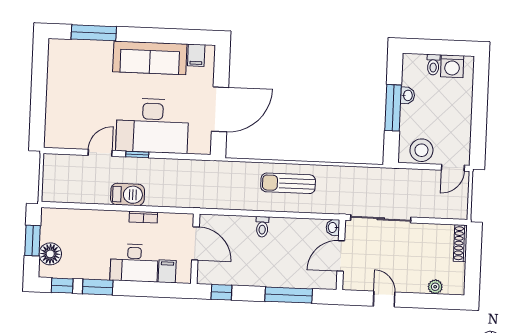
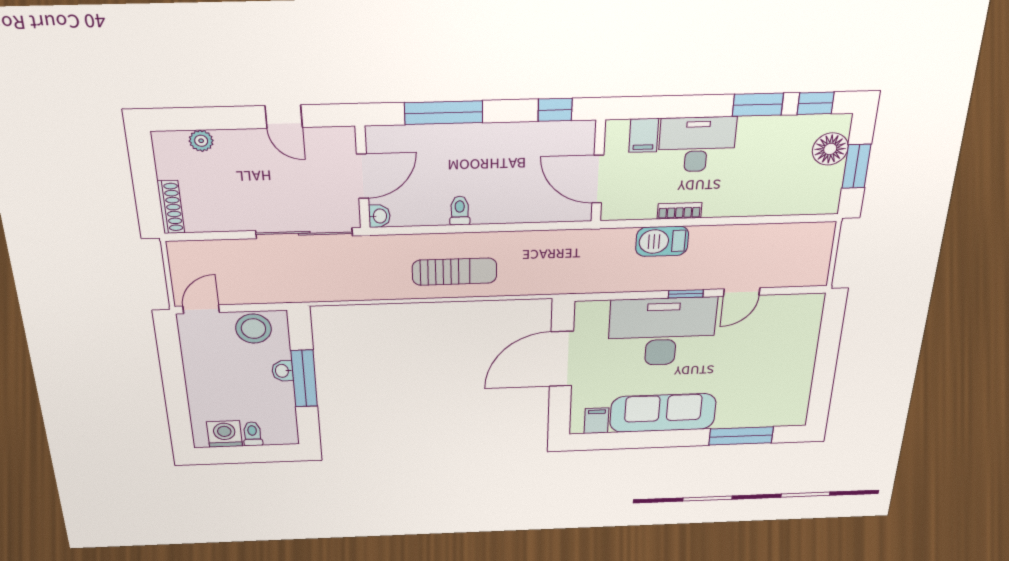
washbasin: (408, 95) -> (282, 371), moved
barbecue: (128, 194) -> (662, 241), moved
toilet: (262, 227) -> (460, 211), moved

